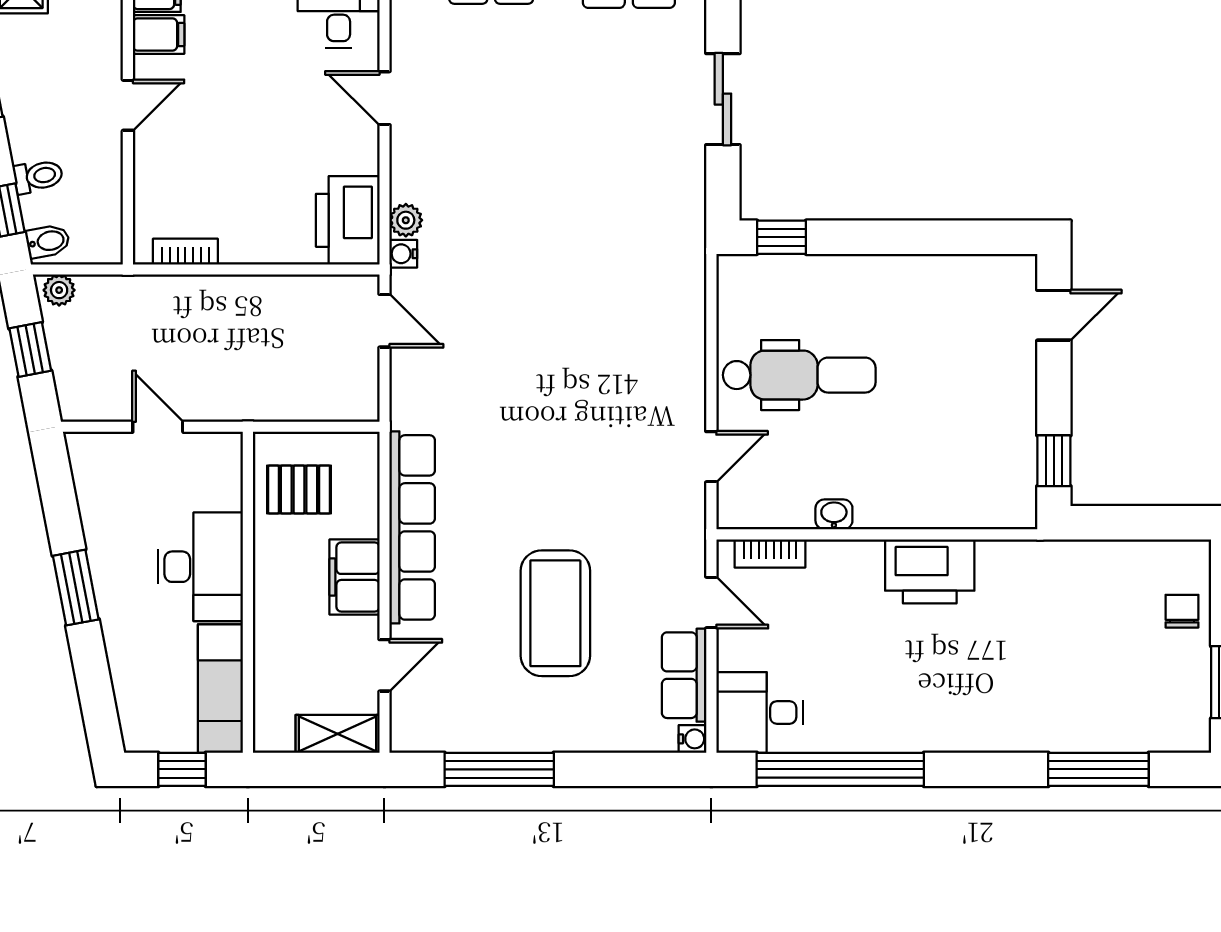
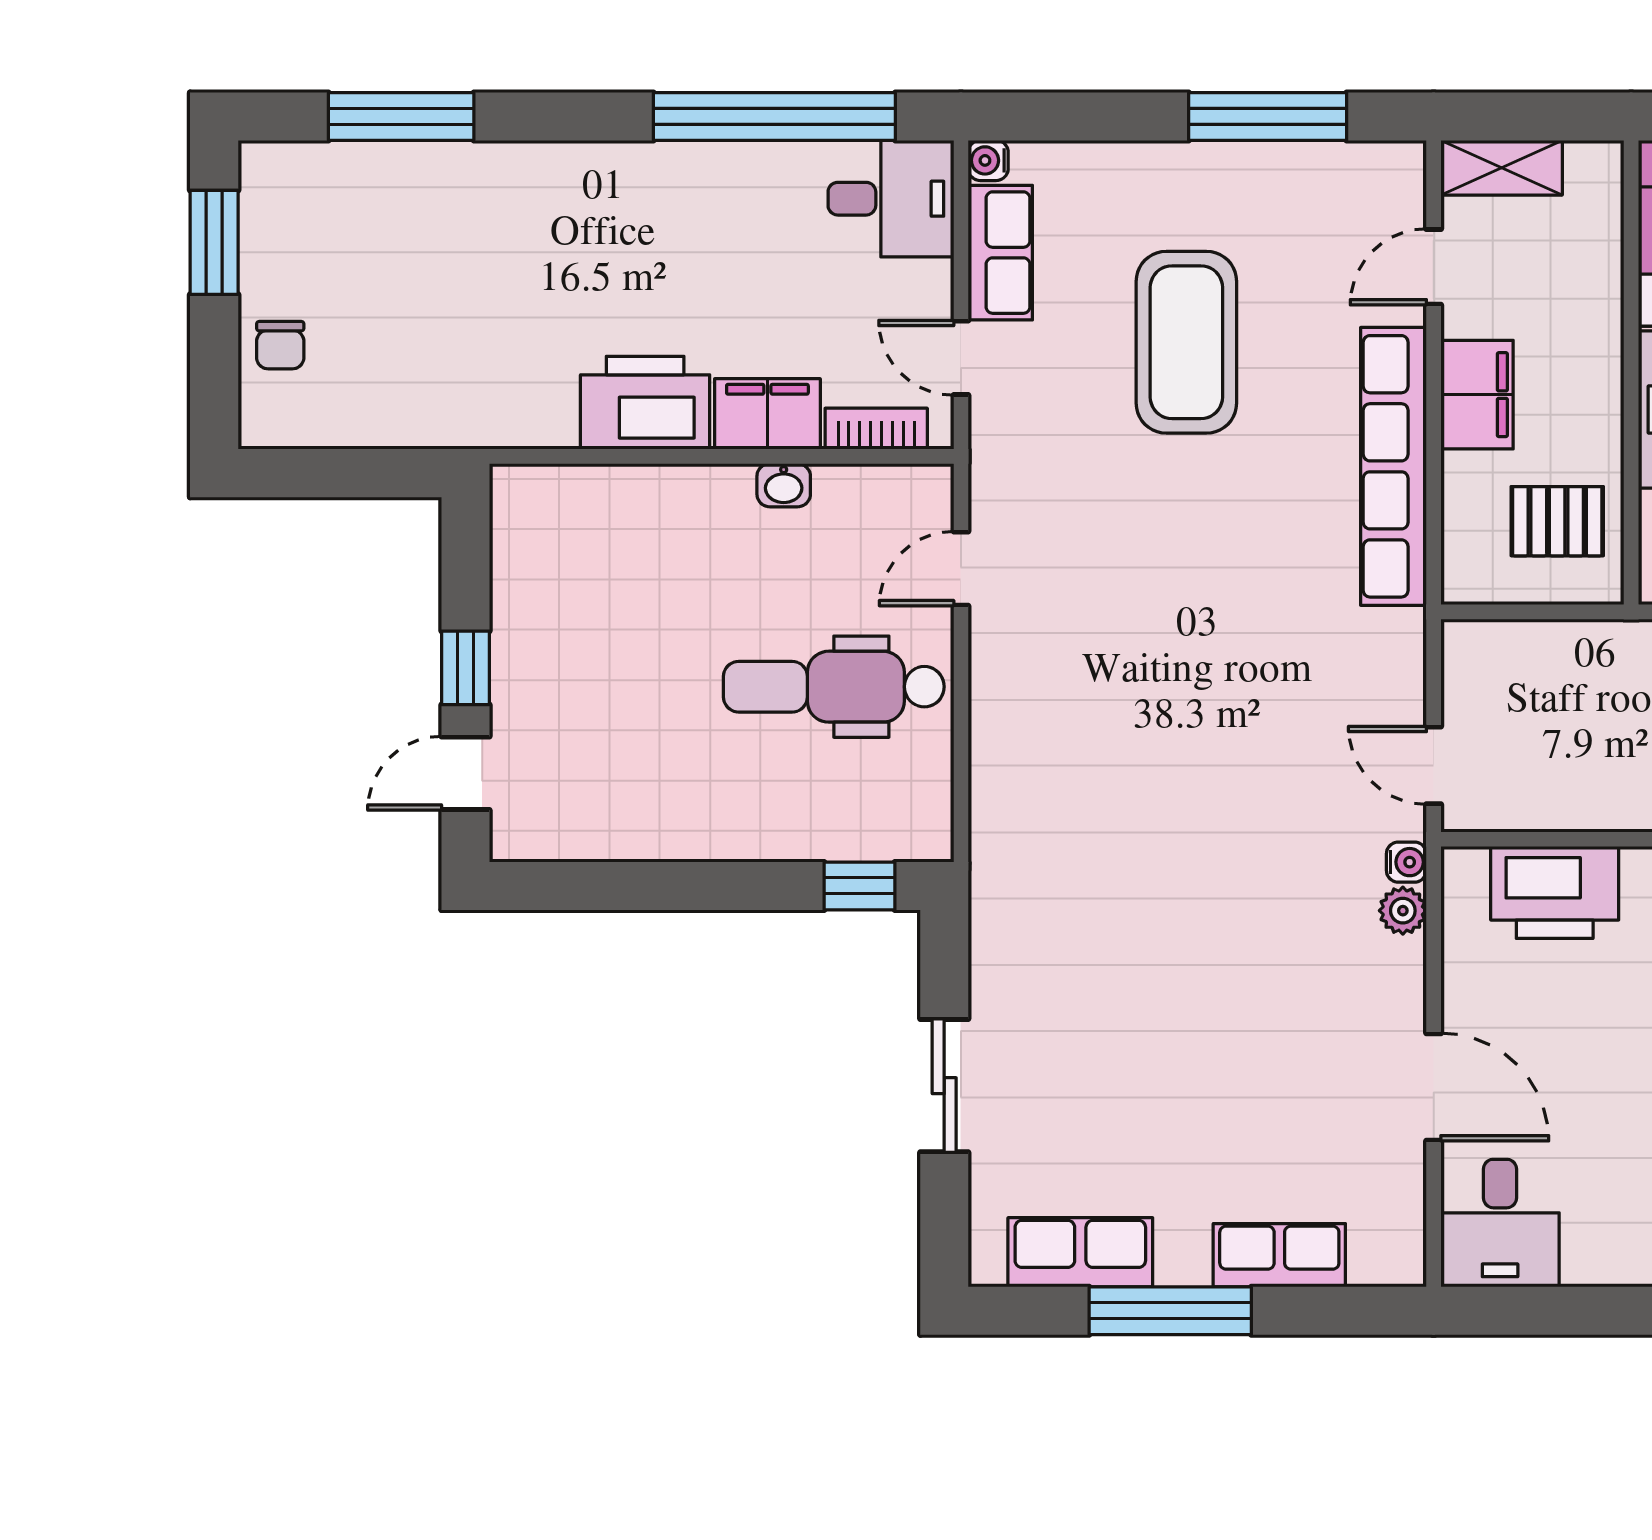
door: (384, 98) -> (1434, 1087), width x1.38
printer: (348, 220) -> (1555, 892), moved, turned 90
window: (1054, 461) -> (465, 668), moved
filing cabinet: (845, 564) -> (767, 414), added

